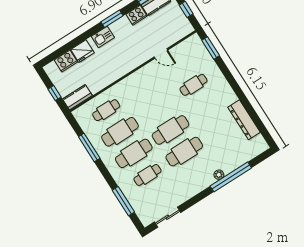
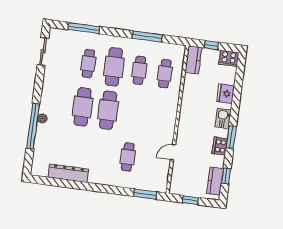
cooker: (137, 15) -> (220, 146), moved
cooker: (66, 61) -> (229, 58), moved, turned -90
cafe table: (120, 132) -> (139, 70), width x0.73, depth x0.74

